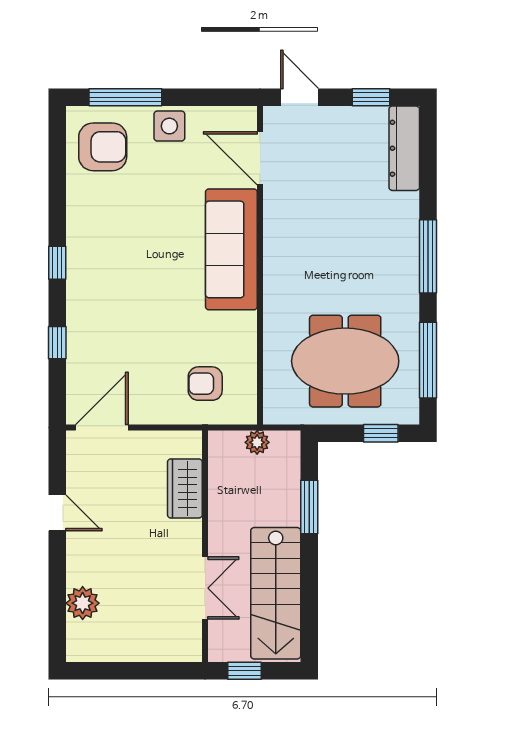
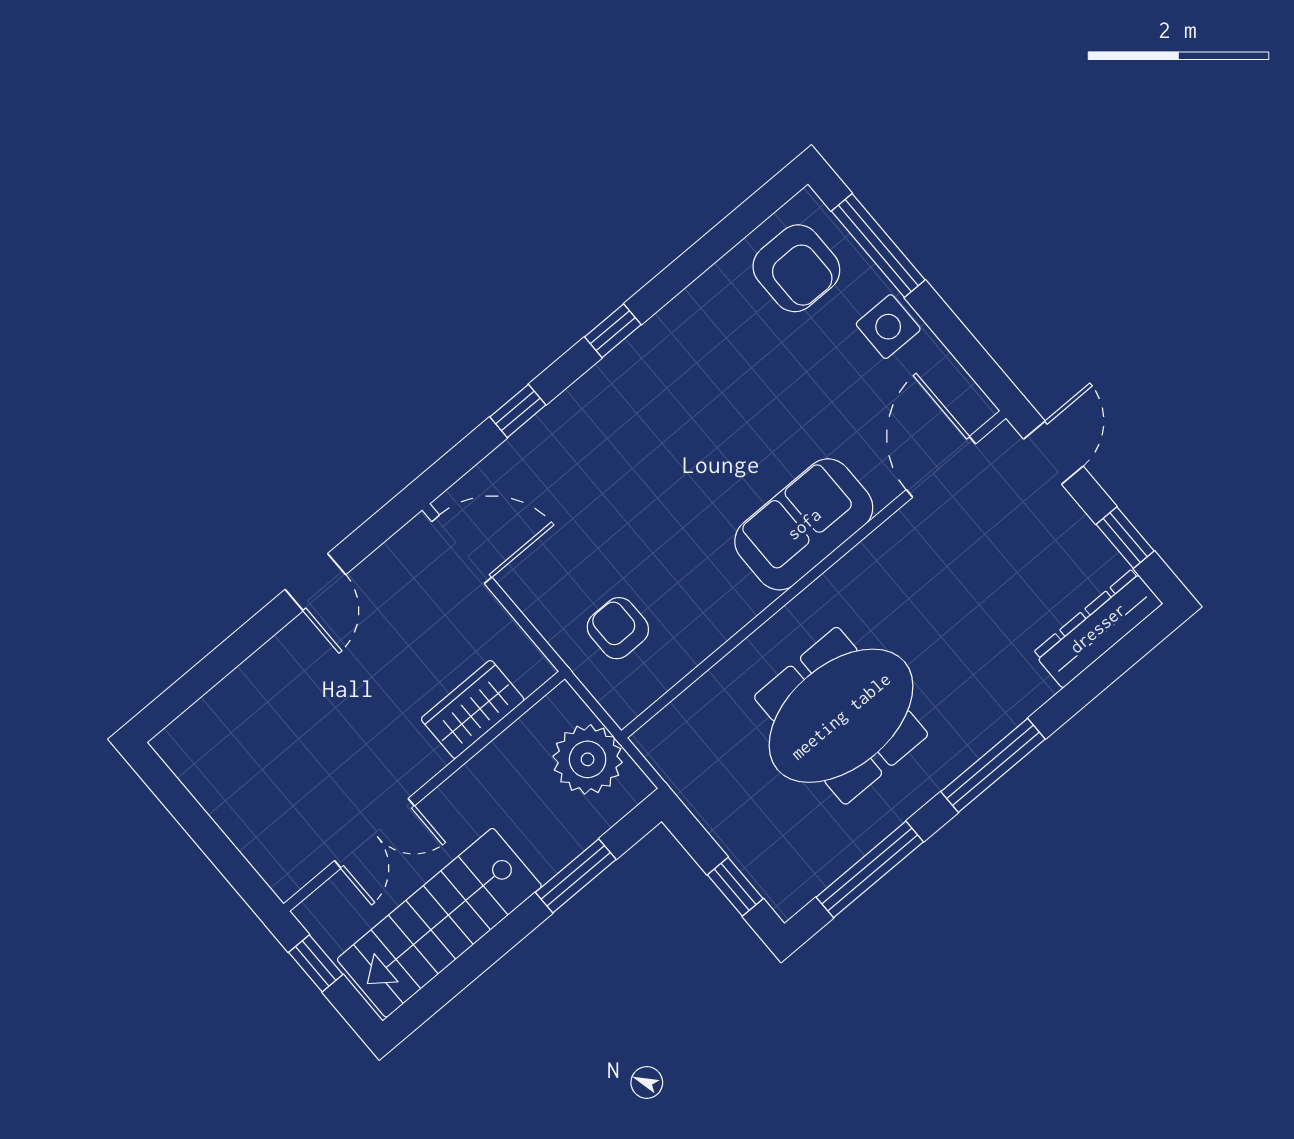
sofa: (231, 249) -> (804, 524), width x0.73
meeting table: (345, 361) -> (841, 716), moved, turned 90
plant: (257, 442) -> (588, 759), width x1.88, depth x1.88
plant: (83, 603) -> (234, 703), removed

